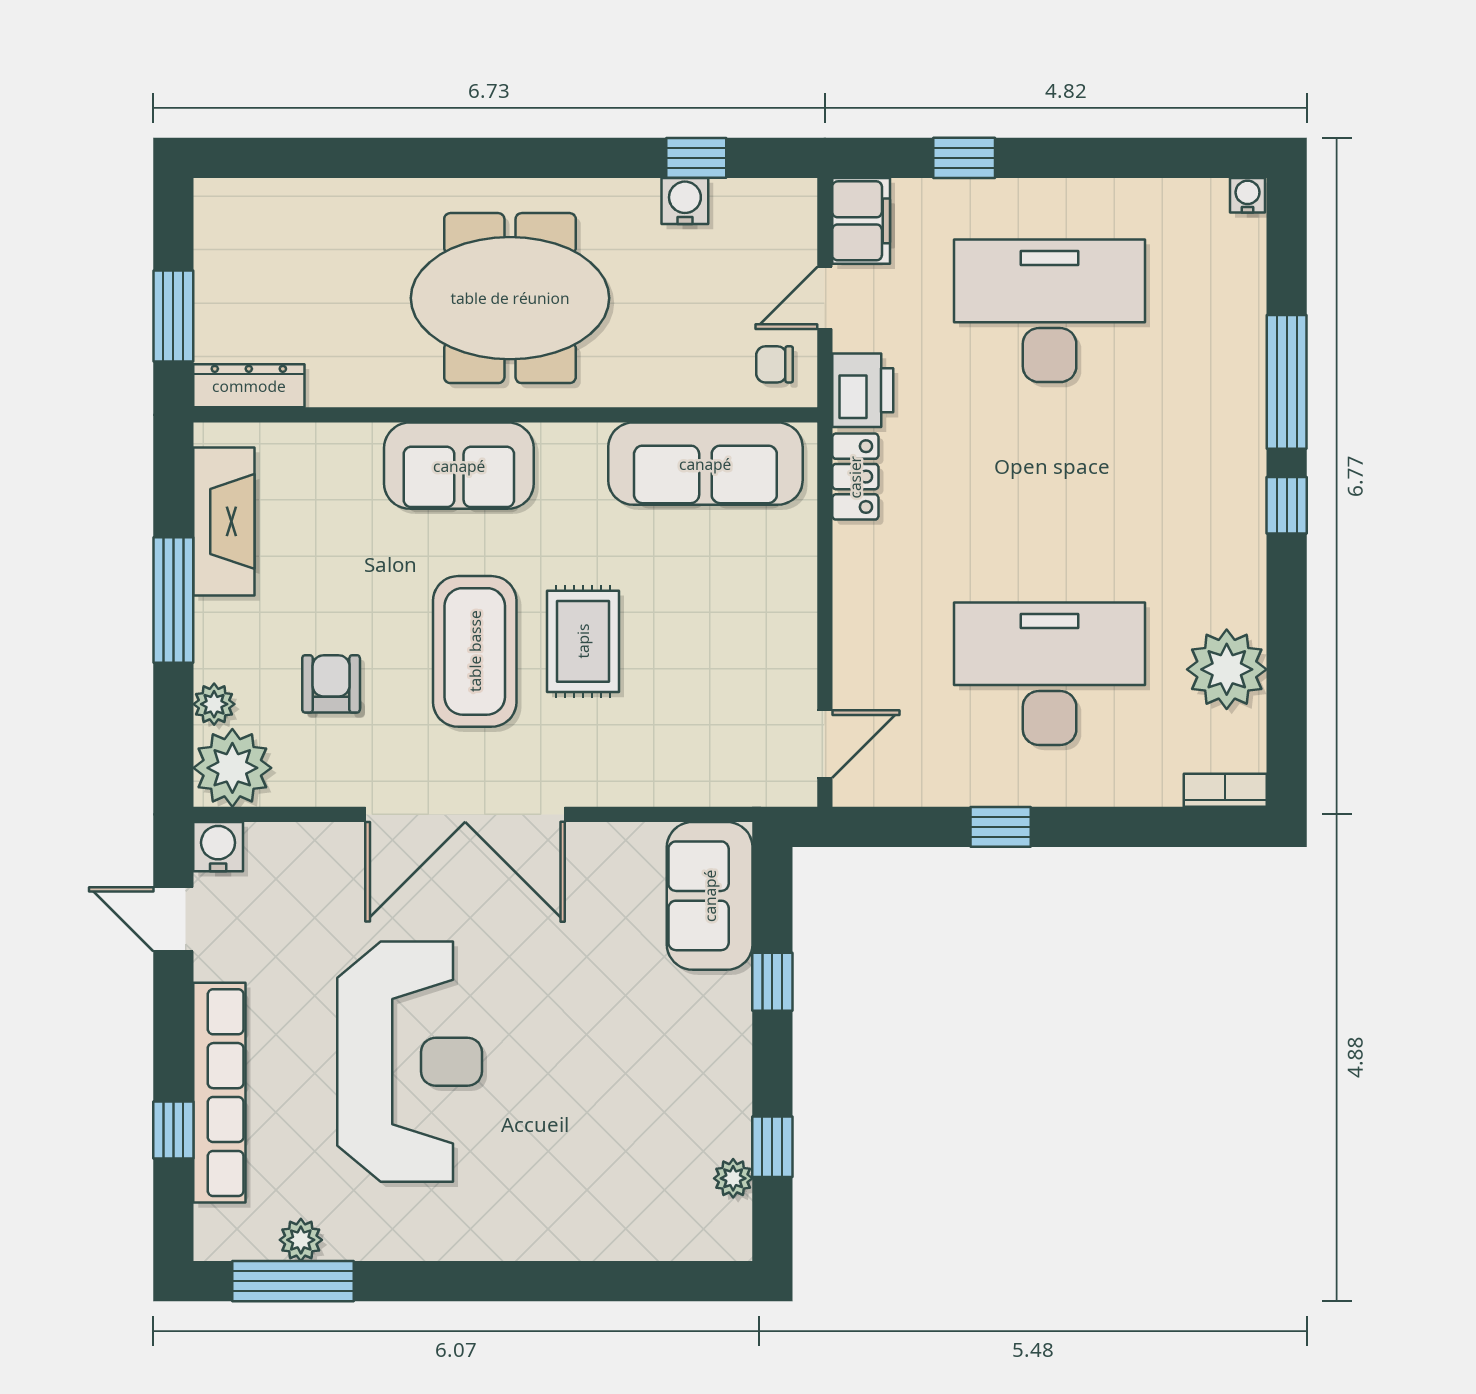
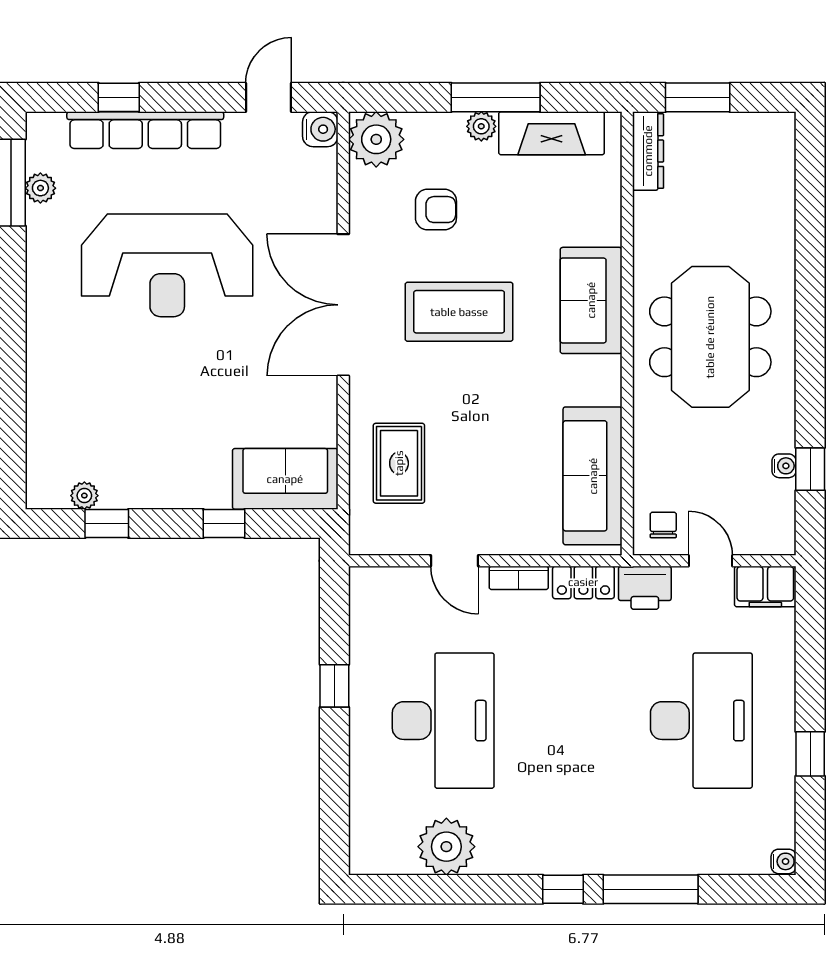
window: (964, 158) -> (810, 754), moved
water cooler: (685, 201) -> (784, 466), width x0.72, depth x0.72
rug: (583, 641) -> (399, 463), moved, turned 90
plant: (214, 704) -> (481, 126), moved
door: (825, 744) -> (454, 561), moved
bookcase: (1225, 790) -> (519, 578), moved, turned 90

